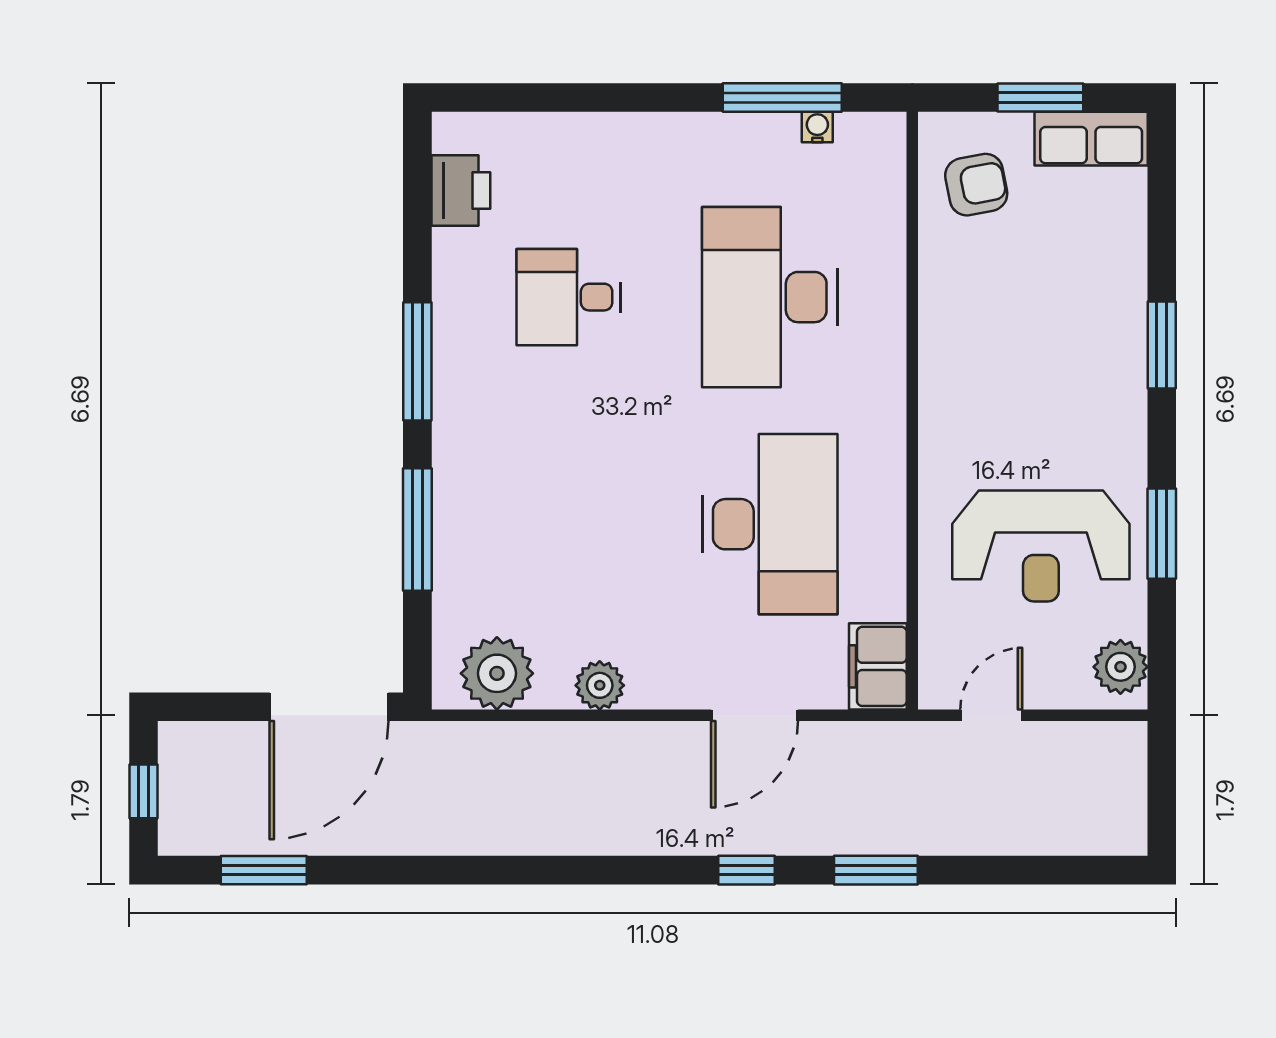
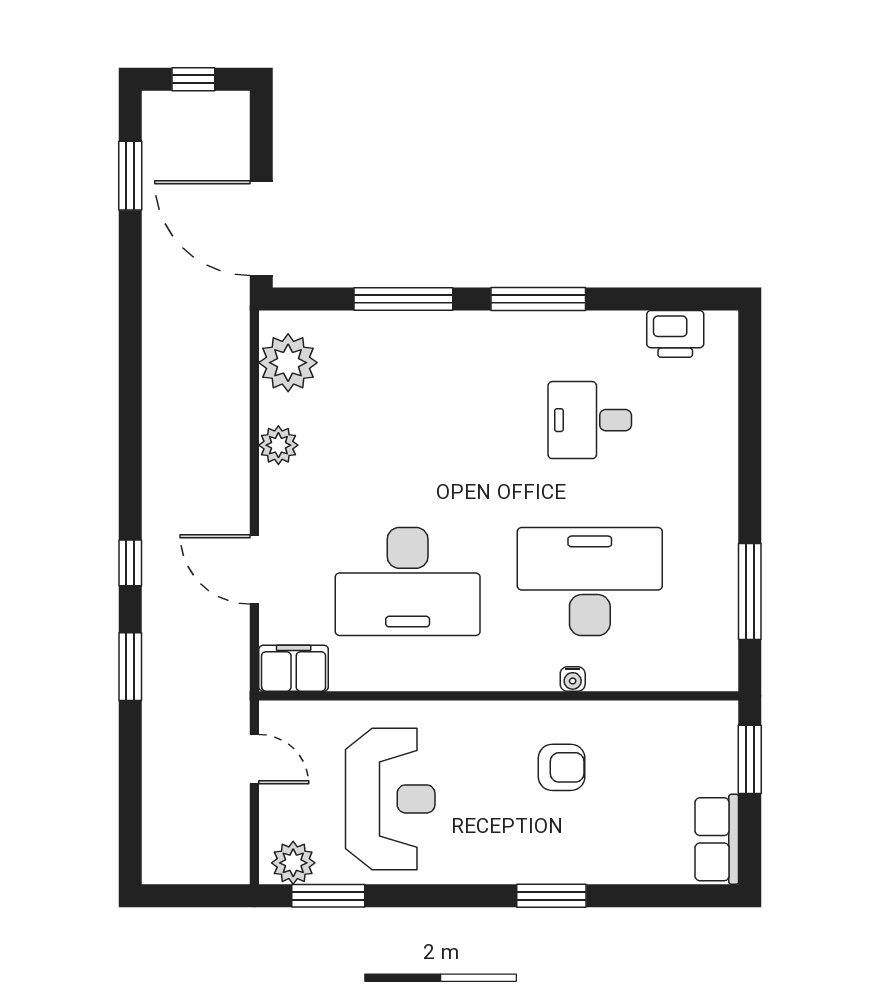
window: (1040, 98) -> (750, 759), moved
water cooler: (817, 127) -> (573, 679), moved, turned 90
armchair: (976, 185) -> (562, 767), moved, turned -79
desk: (569, 297) -> (590, 420), turned -90
window: (1162, 534) -> (328, 896), moved
reception desk: (1041, 546) -> (390, 799), turned 180

